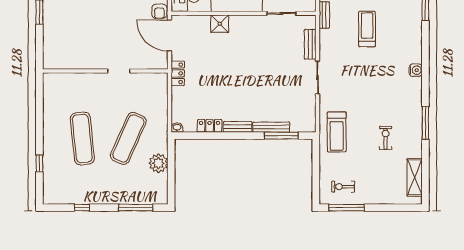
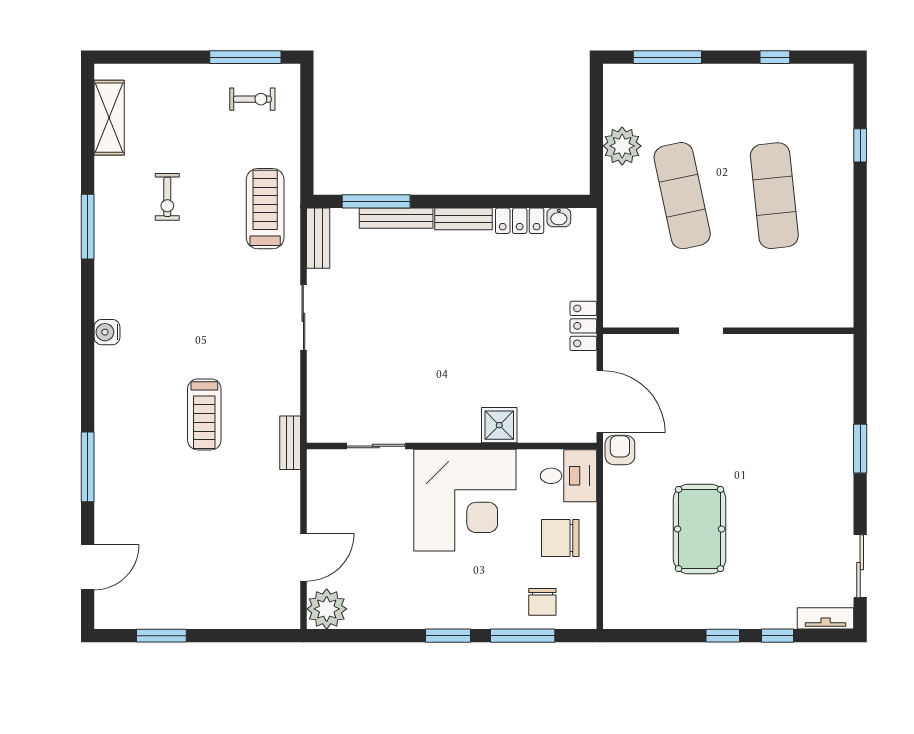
bench: (310, 44) -> (318, 238), moved
washbasin: (177, 128) -> (559, 217), moved
exercise mat: (128, 138) -> (682, 196), turned -36

